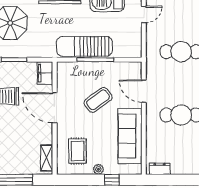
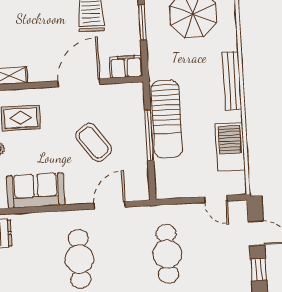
sun lounger: (84, 46) -> (167, 119), turned 180
sofa: (130, 136) -> (36, 190), width x0.73

